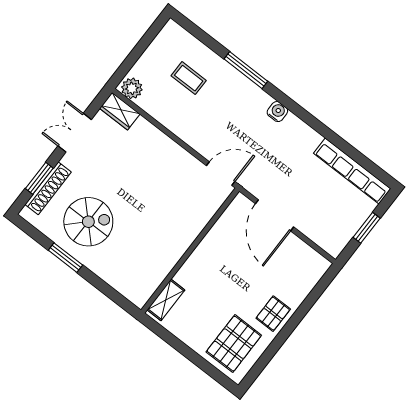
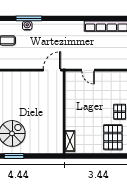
water cooler: (277, 112) -> (27, 26), moved
door: (274, 215) -> (88, 70), width x0.53

